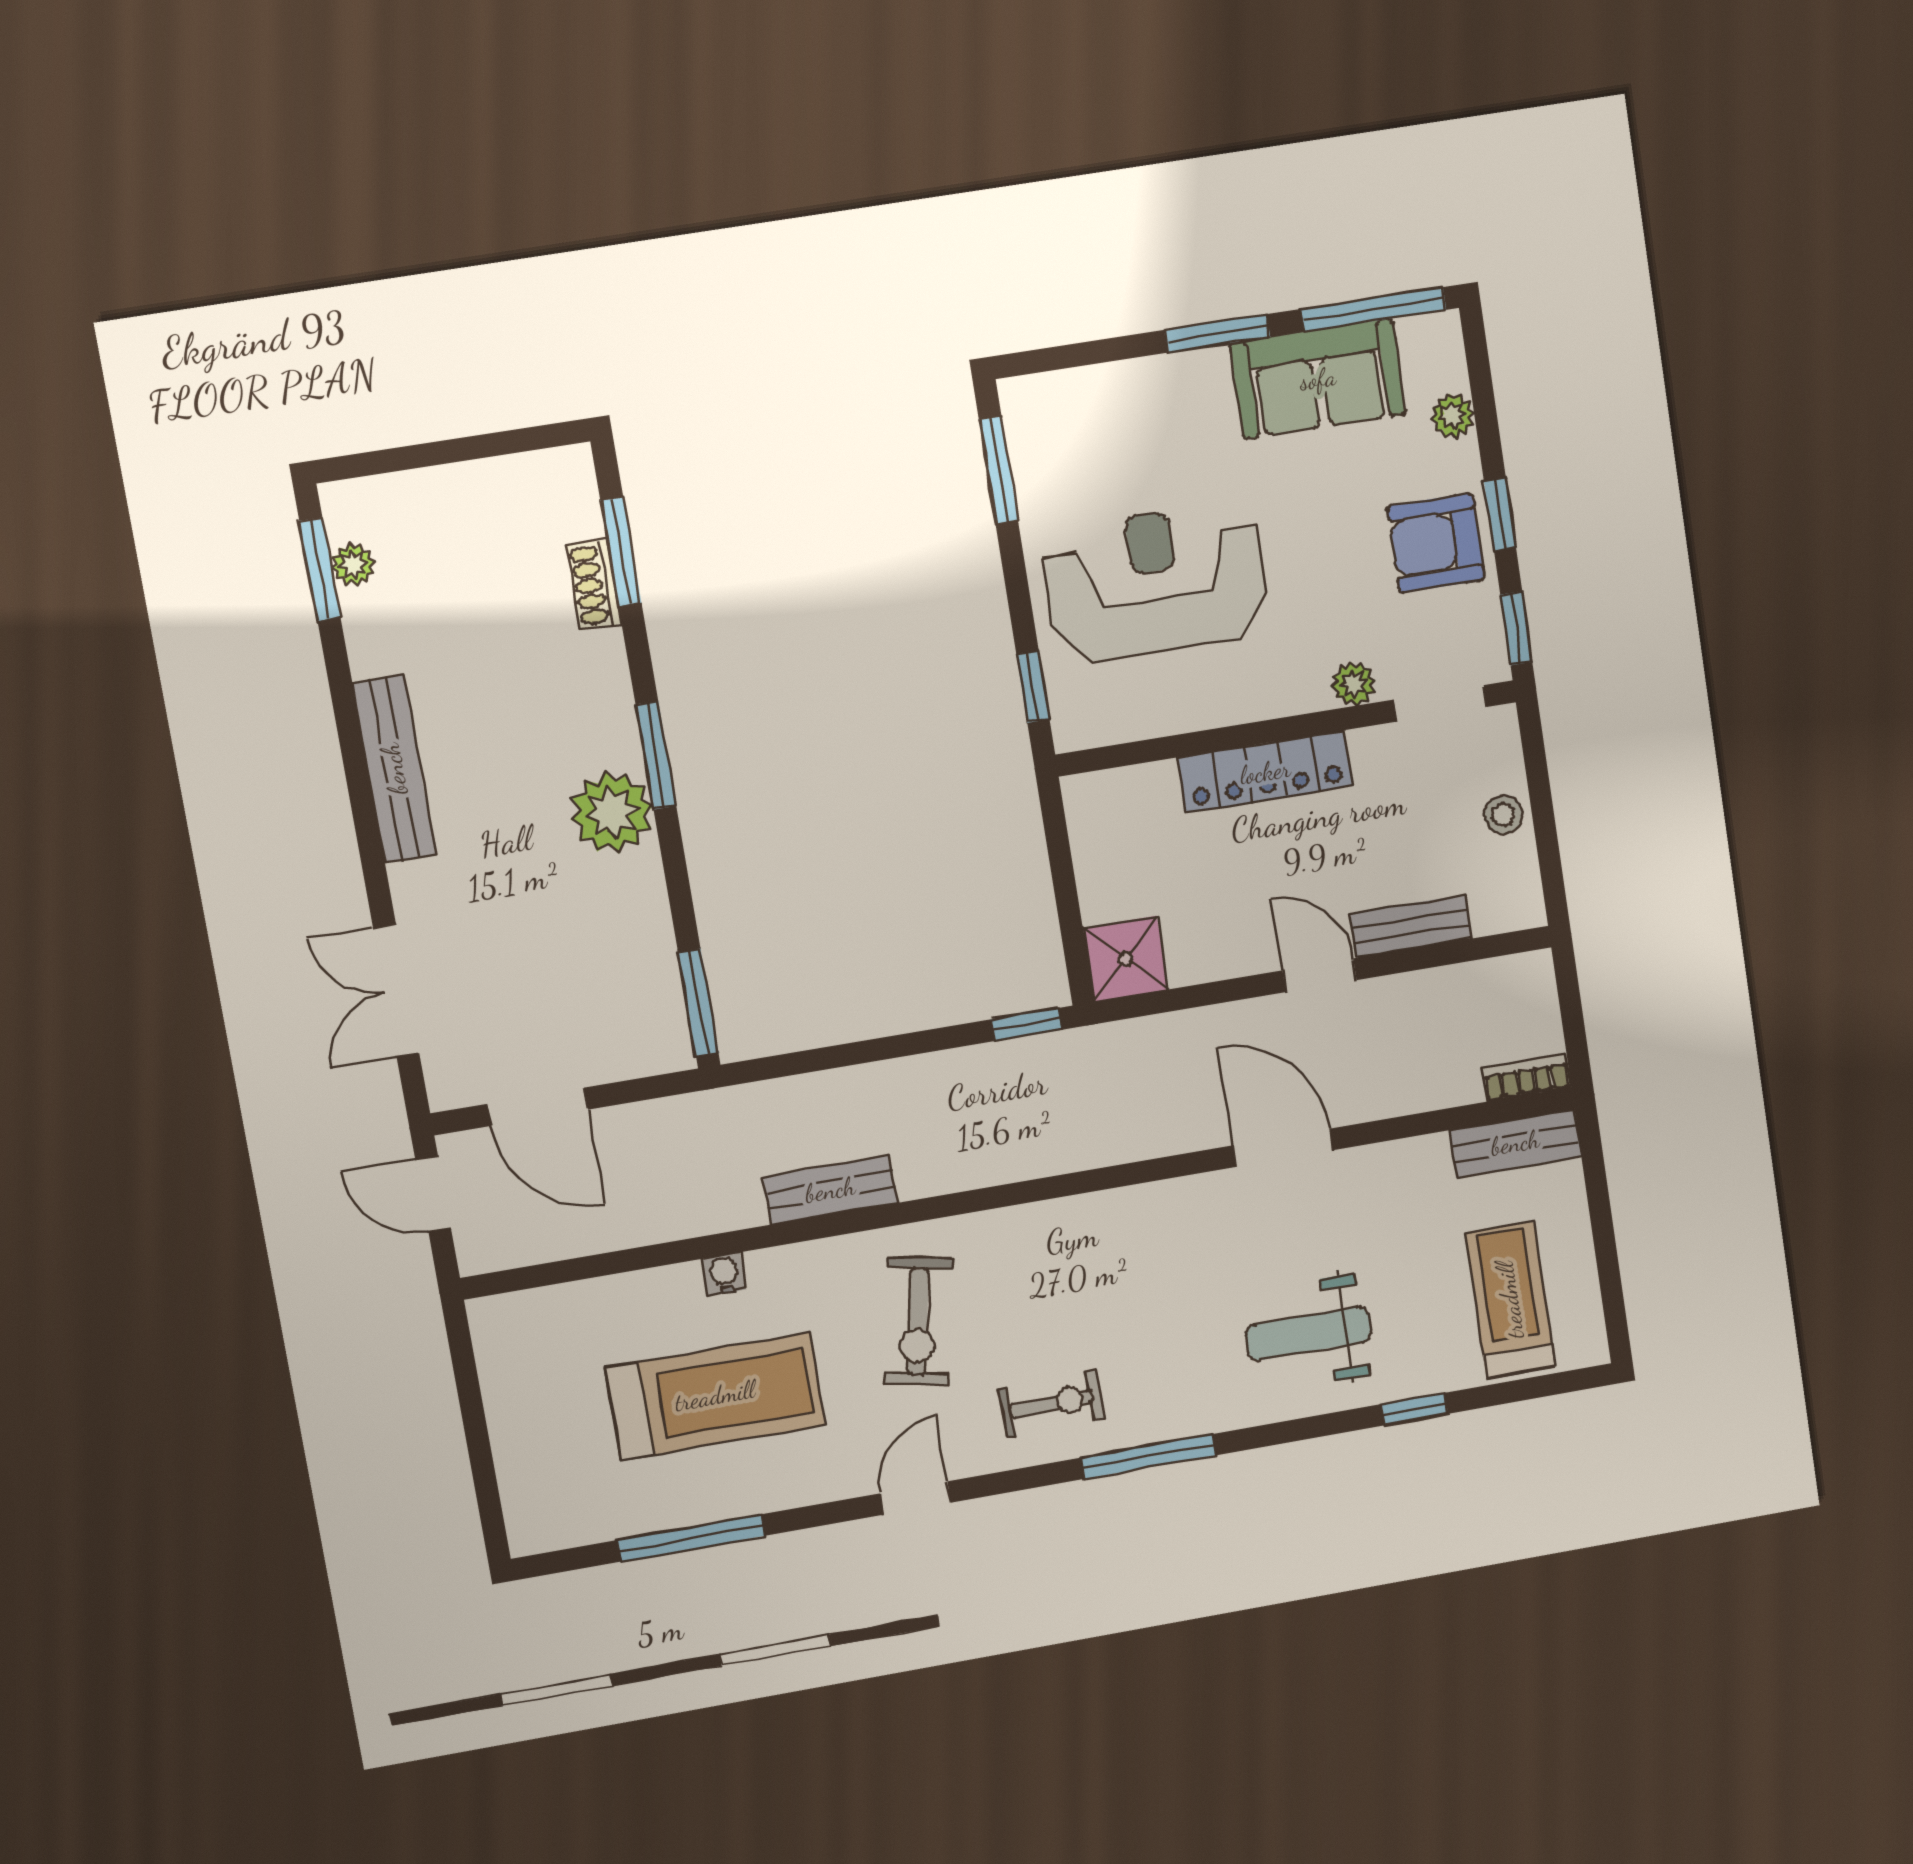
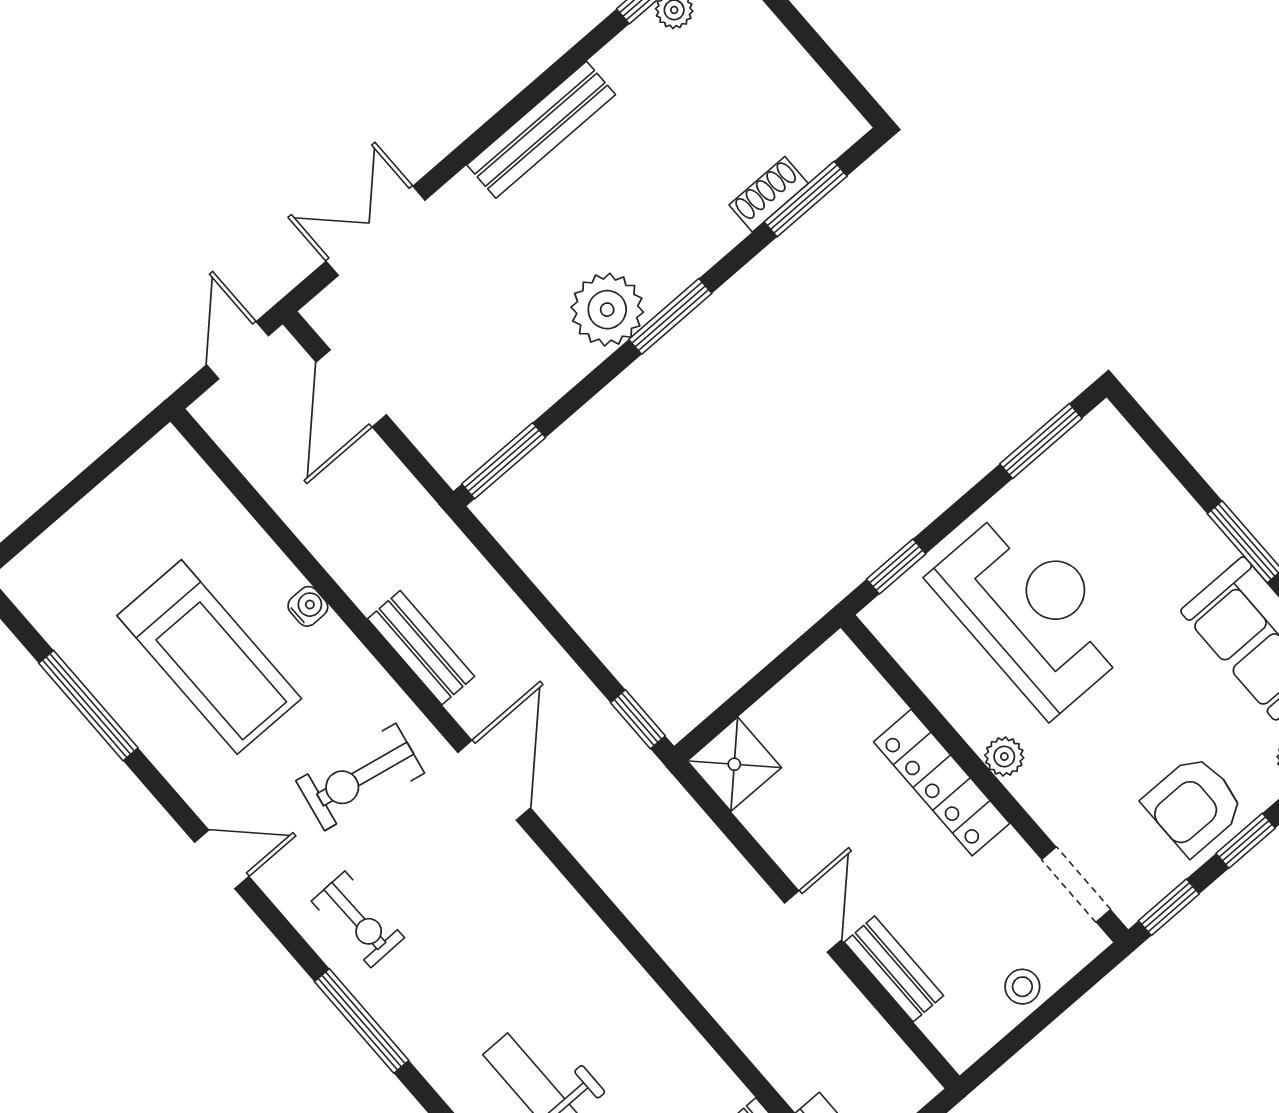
armchair: (1436, 543) -> (1194, 805), turned -90
plant: (1354, 684) -> (1004, 757), moved
door: (1283, 1148) -> (494, 780), moved

